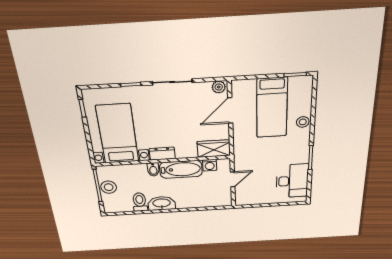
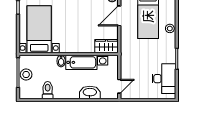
dresser: (162, 154) -> (69, 48), removed
door: (233, 179) -> (119, 86), moved
washbasin: (162, 203) -> (90, 93), moved

